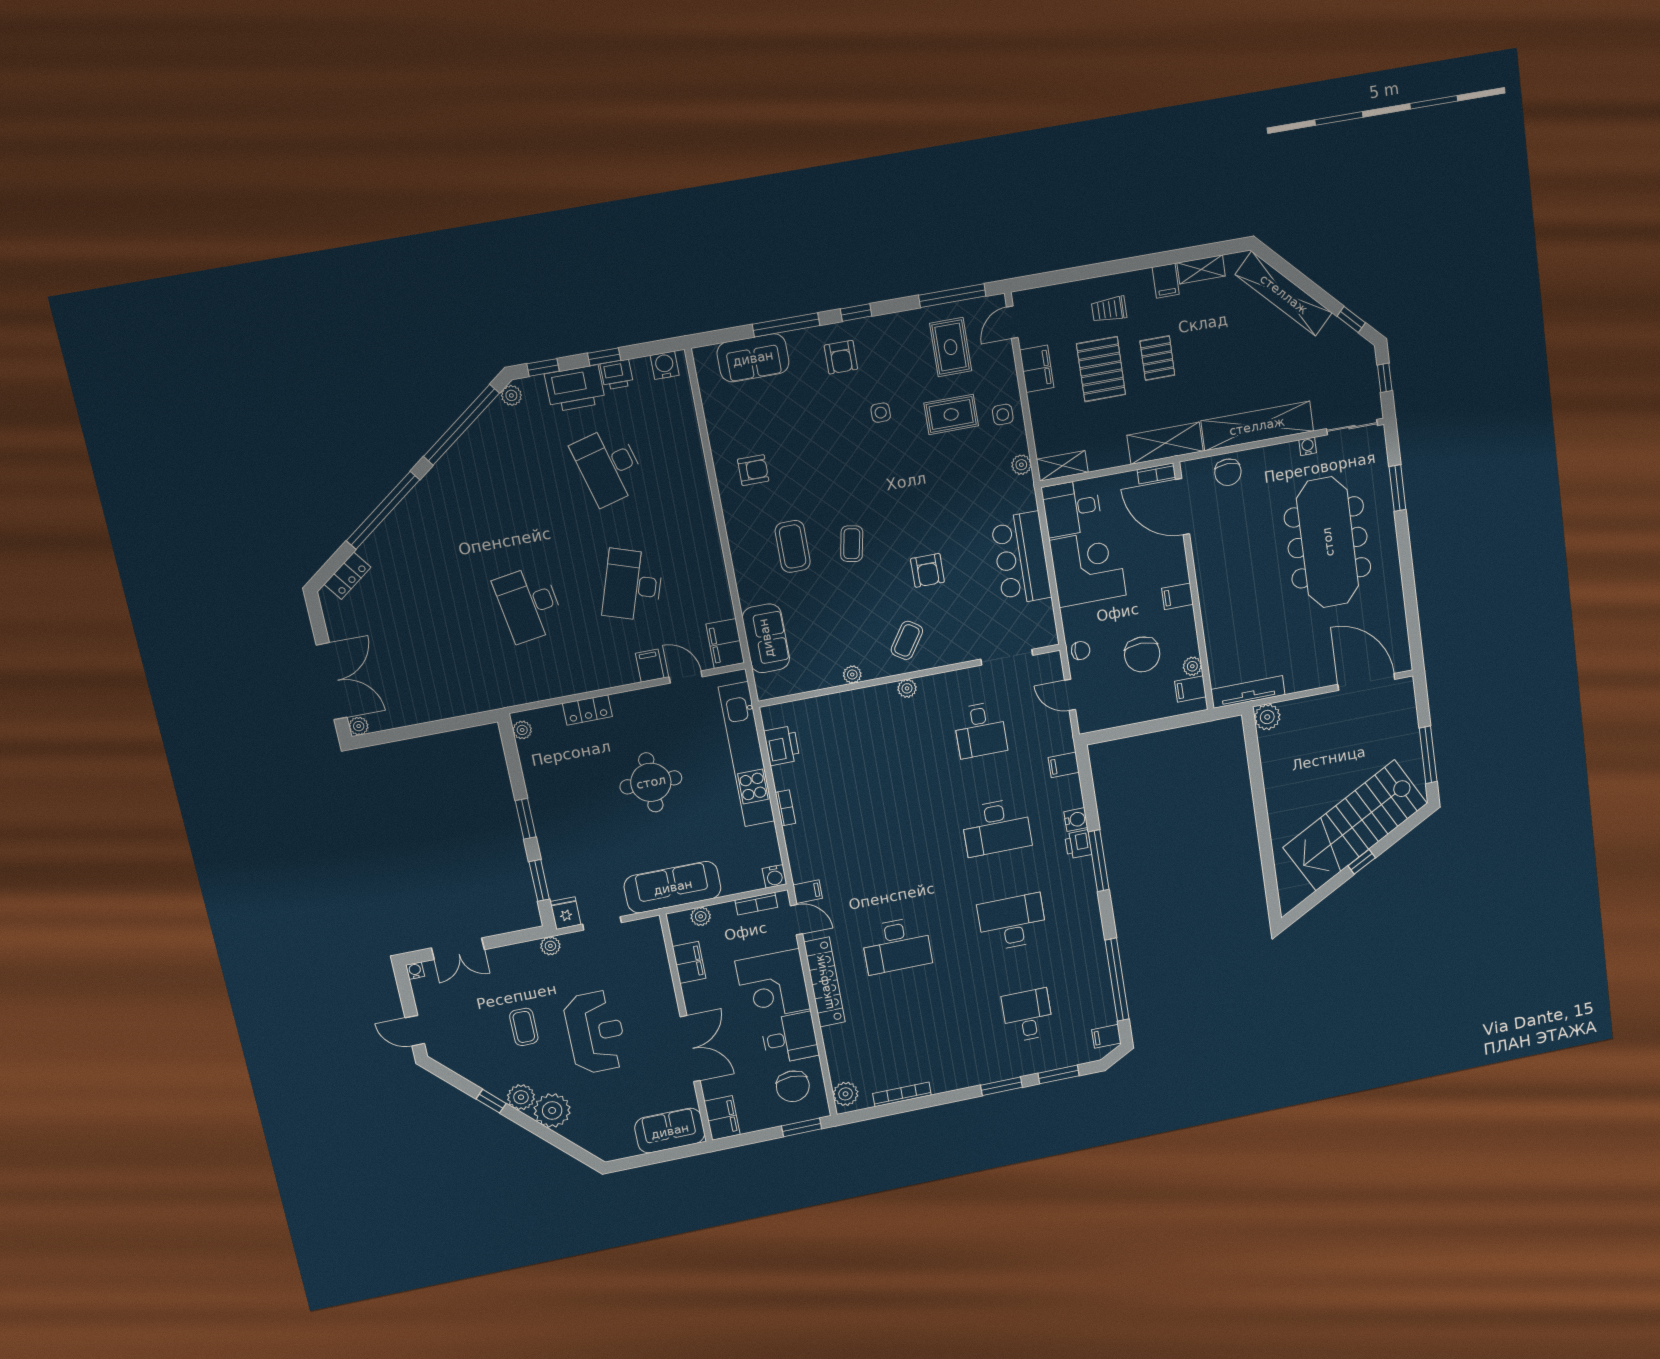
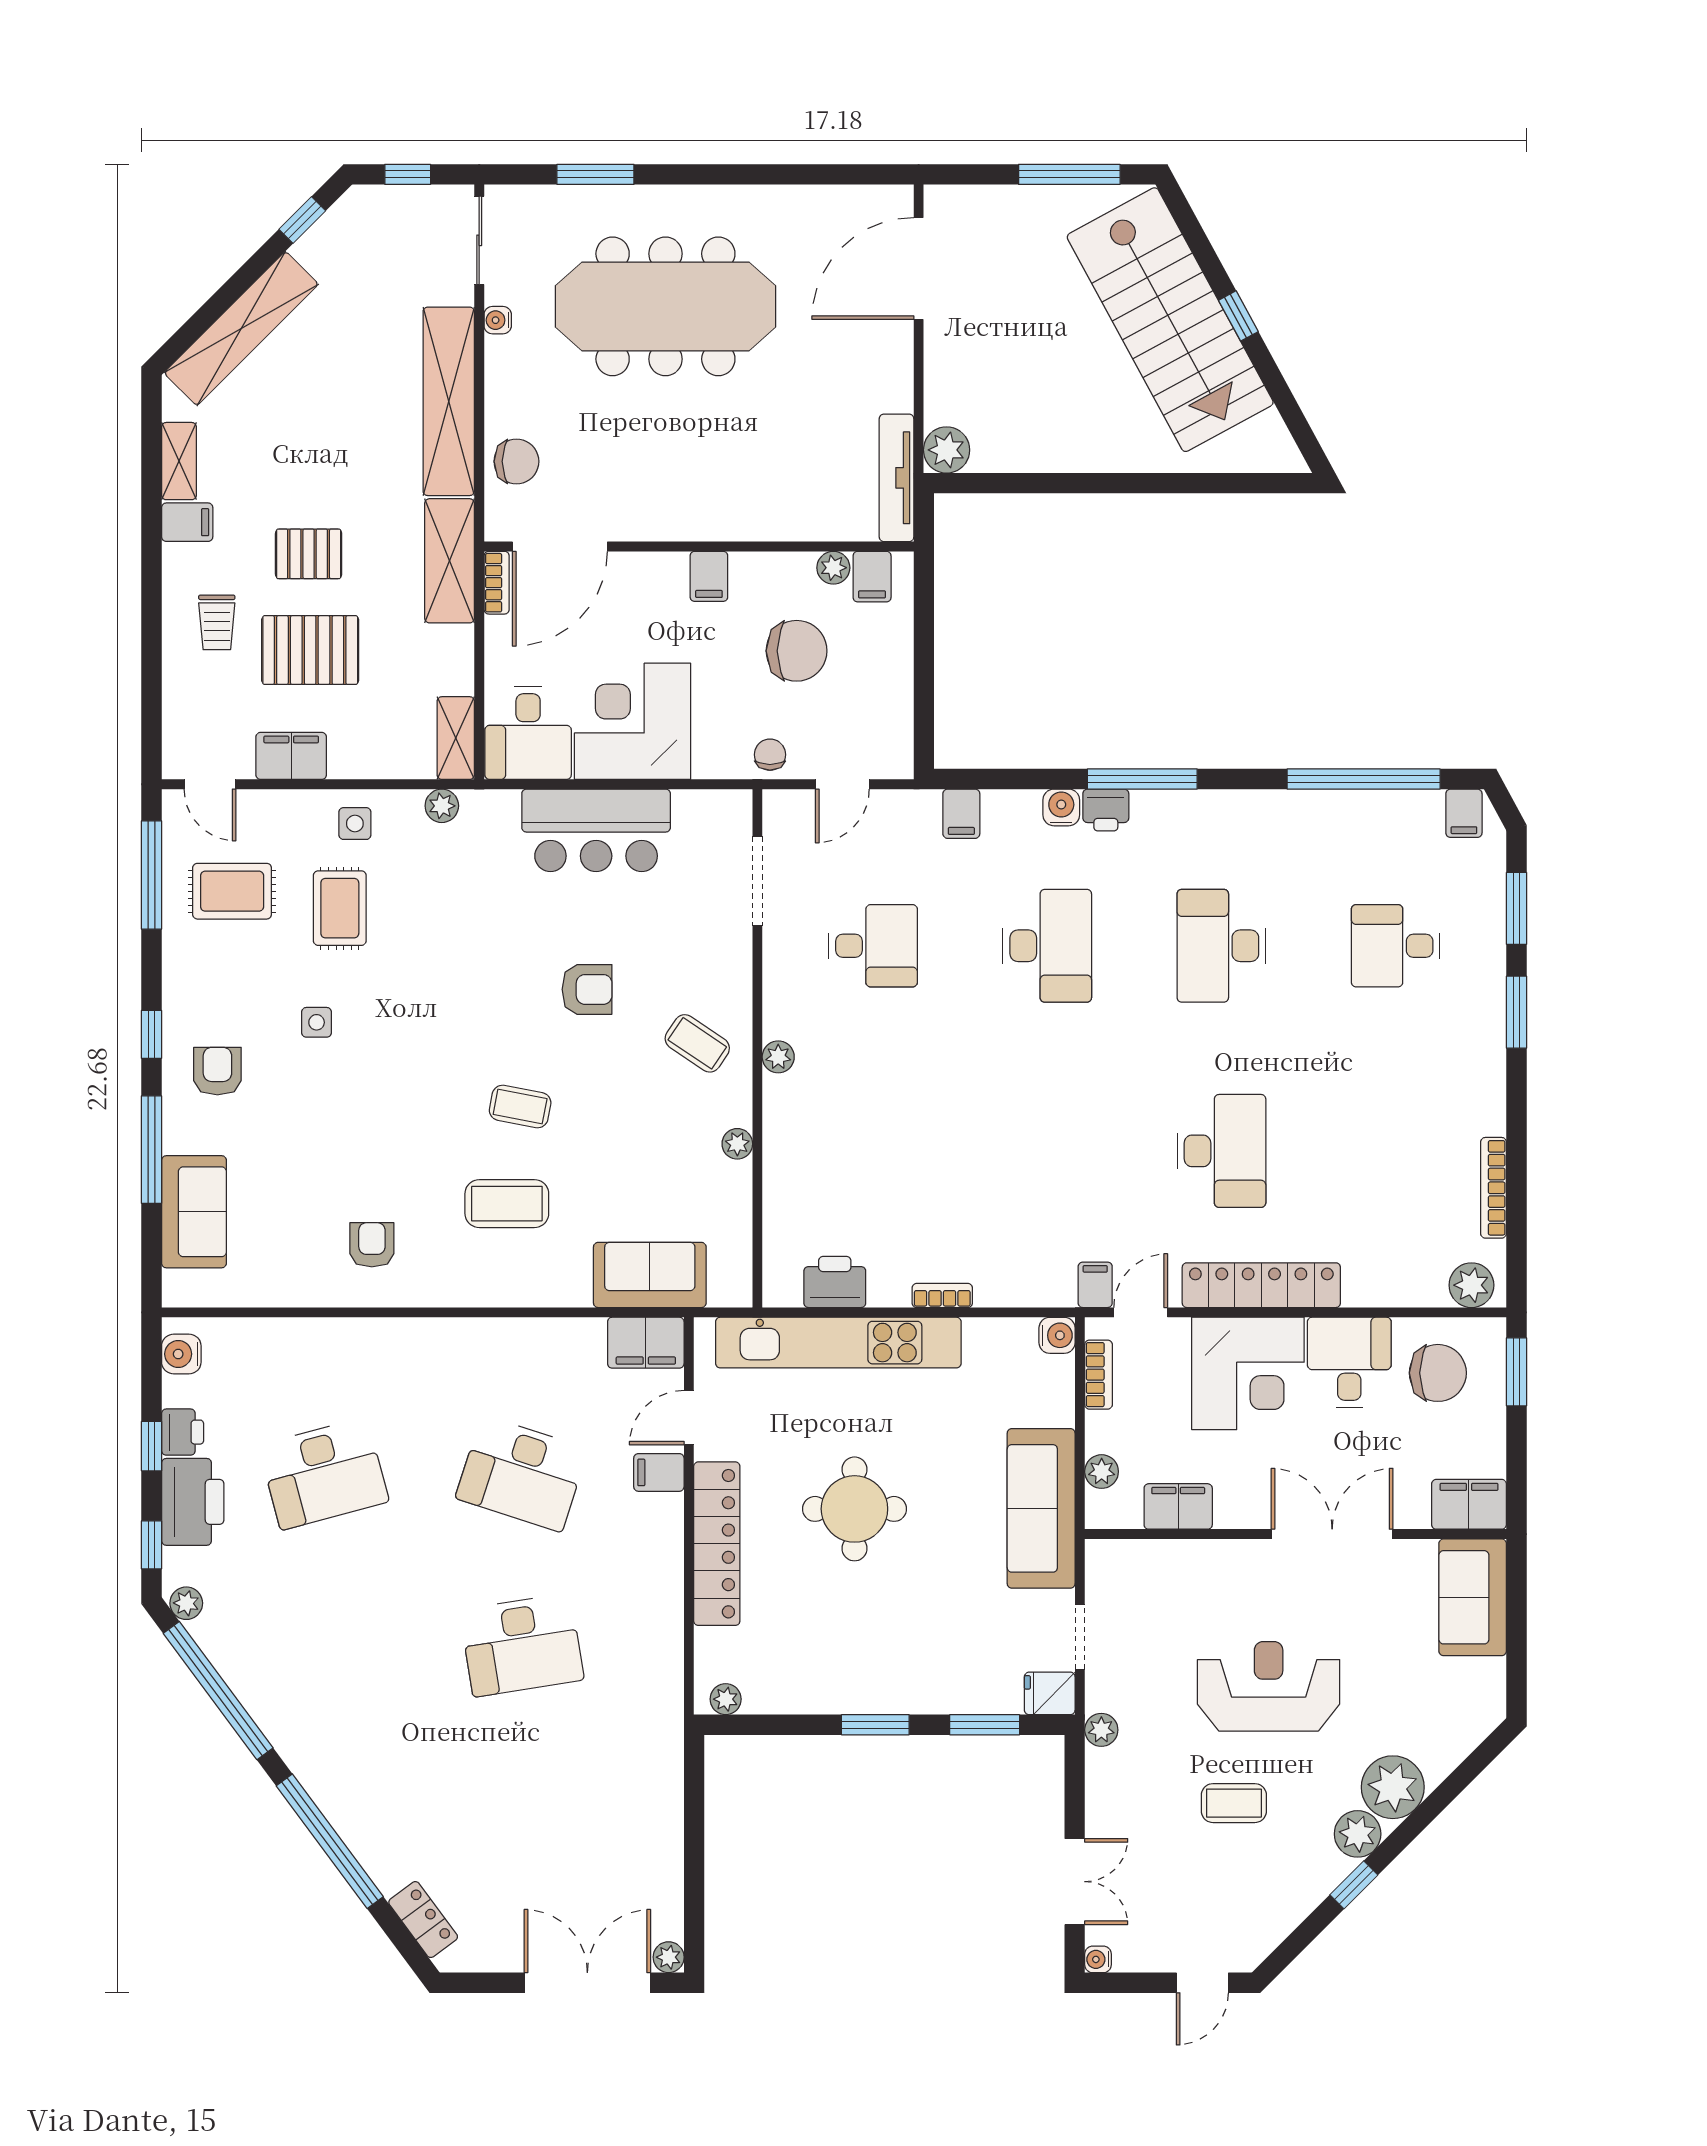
armchair: (841, 357) -> (217, 1071), turned -90
locker: (587, 710) -> (717, 1544), width x2.16, depth x1.21

